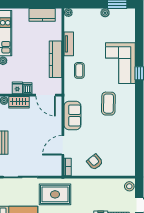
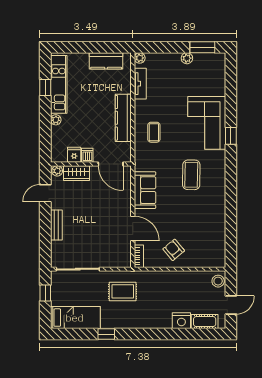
tv unit: (69, 44) -> (140, 84), moved
door: (63, 145) -> (133, 228), swing flipped
rug: (55, 194) -> (123, 291), width x0.73, depth x0.70

